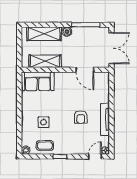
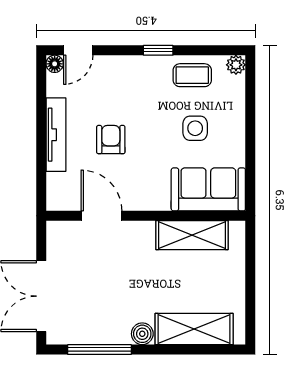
shelving: (45, 61) -> (192, 235), moved
wall: (65, 70) -> (146, 216), moved
door: (85, 70) -> (102, 216), moved
sofa: (38, 81) -> (208, 189), moved

